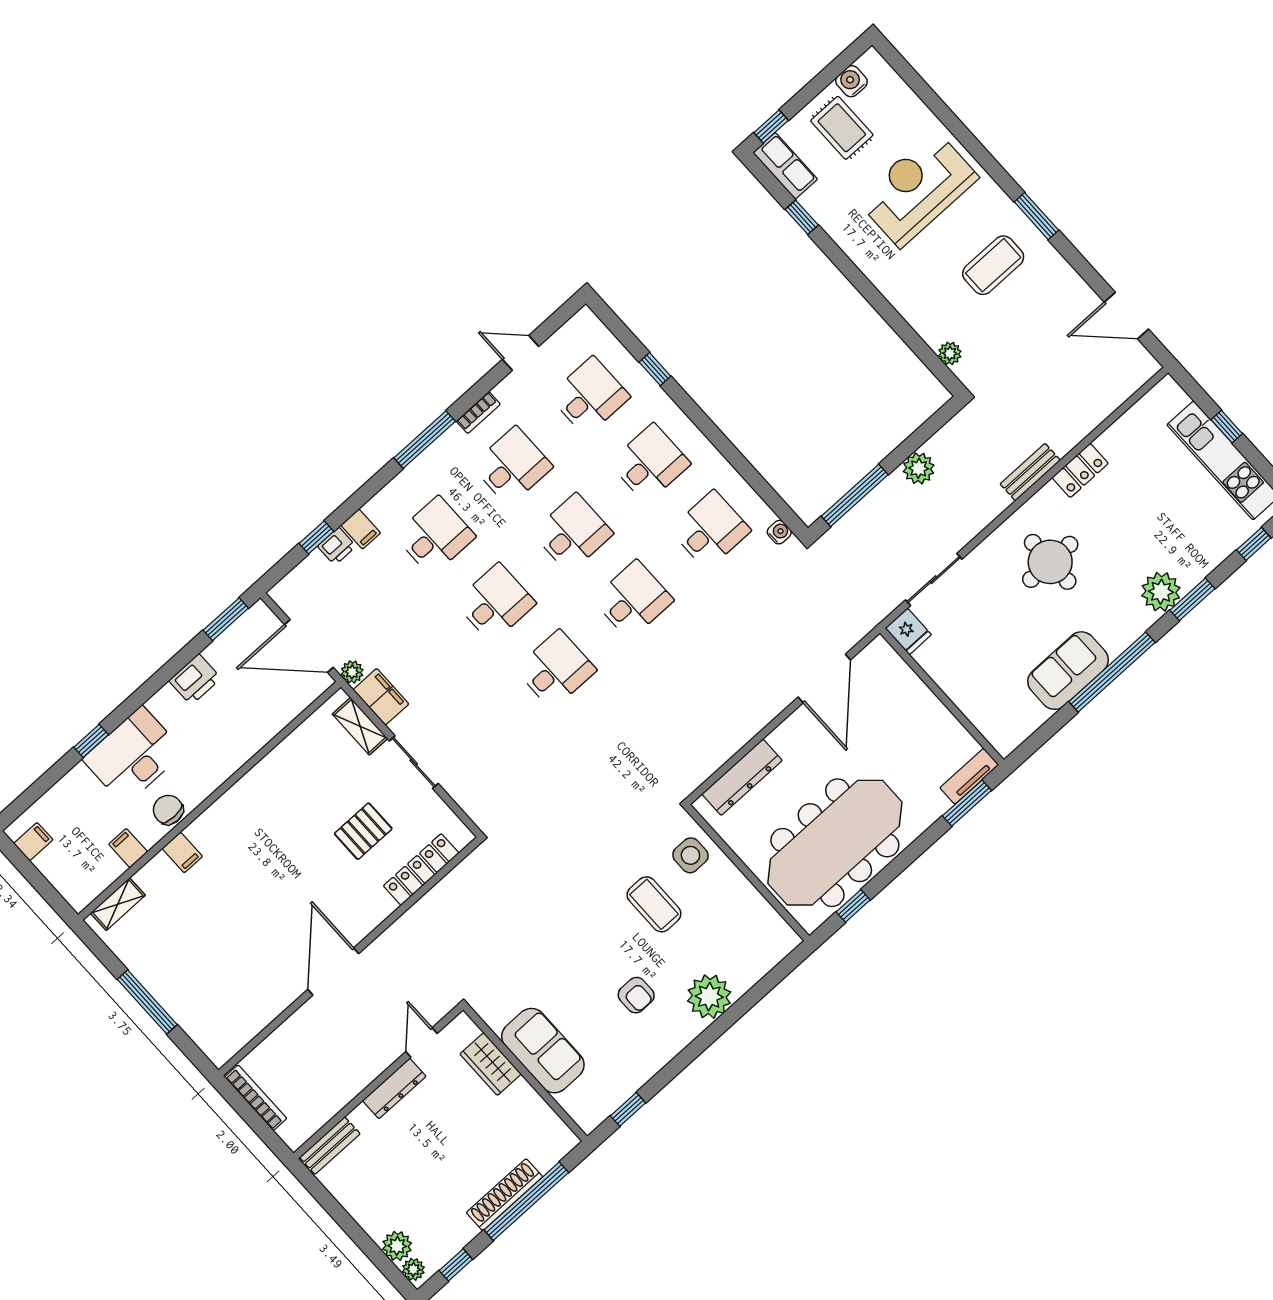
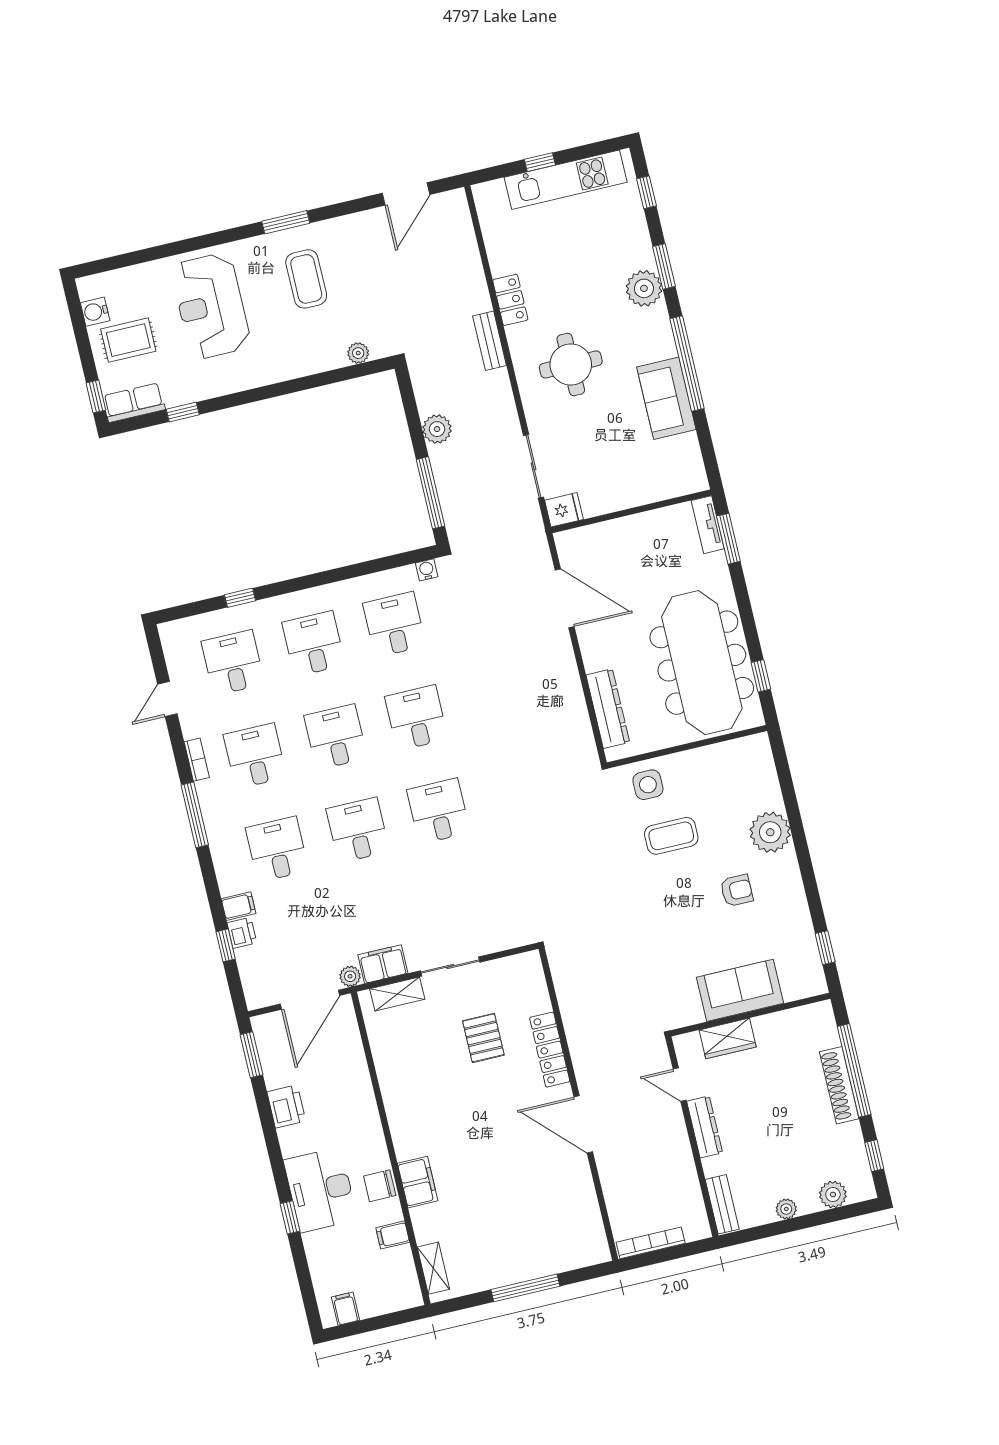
filing cabinet: (182, 852) -> (418, 1182), width x2.00
locker: (421, 869) -> (550, 1050), moved
plant: (413, 1269) -> (786, 1209), moved

